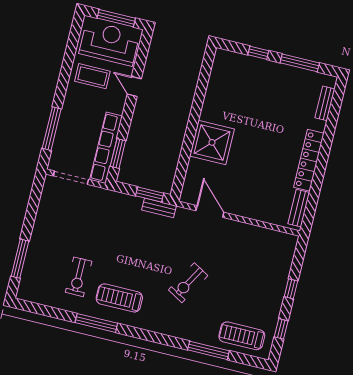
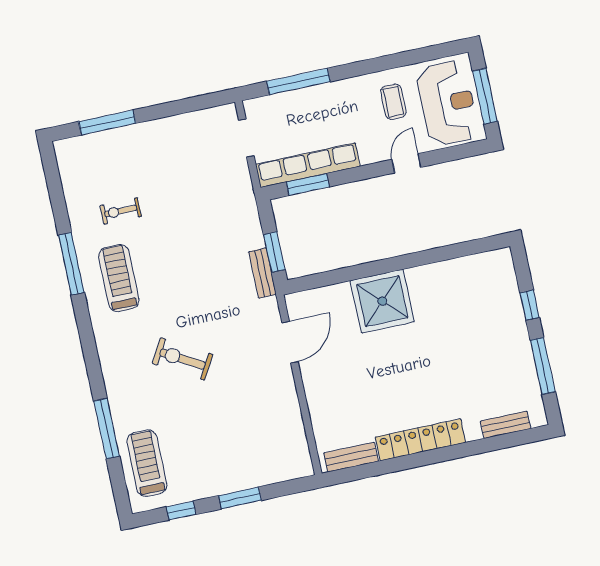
coffee table: (92, 76) -> (393, 102), width x0.73, depth x0.77
doorway: (71, 178) -> (246, 138), width x0.73
exercise bike: (79, 277) -> (121, 211), width x0.73, depth x0.72
window: (291, 289) -> (240, 498), width x1.50

